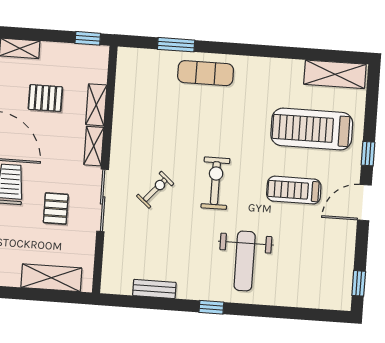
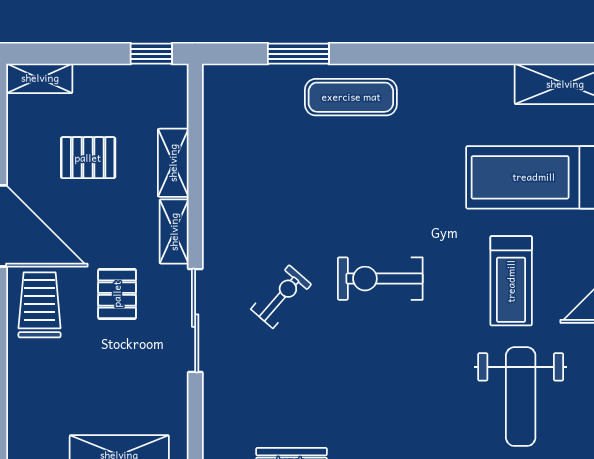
exercise bike: (215, 183) -> (380, 279), turned -90
treadmill: (294, 190) -> (511, 281), turned -90
pallet: (56, 209) -> (117, 294), moved
weight bench: (245, 261) -> (521, 397), moved

